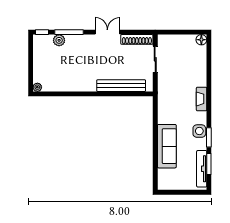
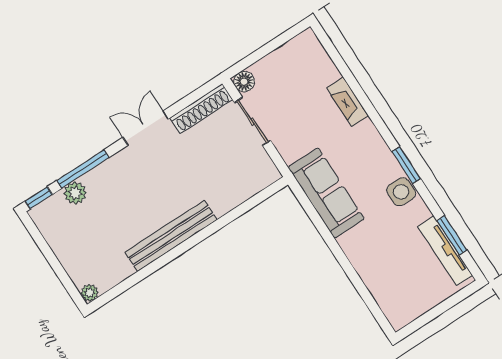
floor lamp: (201, 40) -> (244, 82), moved
bench: (121, 86) -> (171, 236), moved
fireplace: (202, 99) -> (348, 102), moved
window: (209, 137) -> (406, 165), moved
sofa: (167, 146) -> (326, 193), moved

